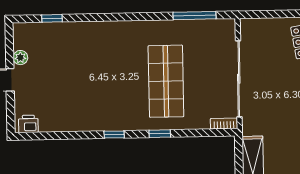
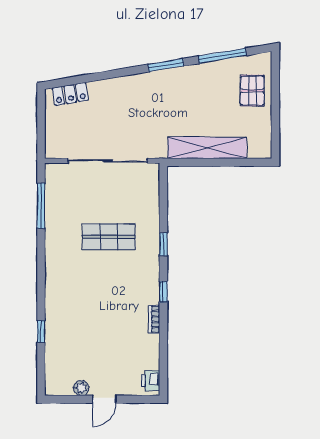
window: (52, 18) -> (41, 331), moved
shop shelf: (166, 81) -> (109, 237), width x0.70, depth x0.74
bookcase: (224, 123) -> (154, 319), moved

